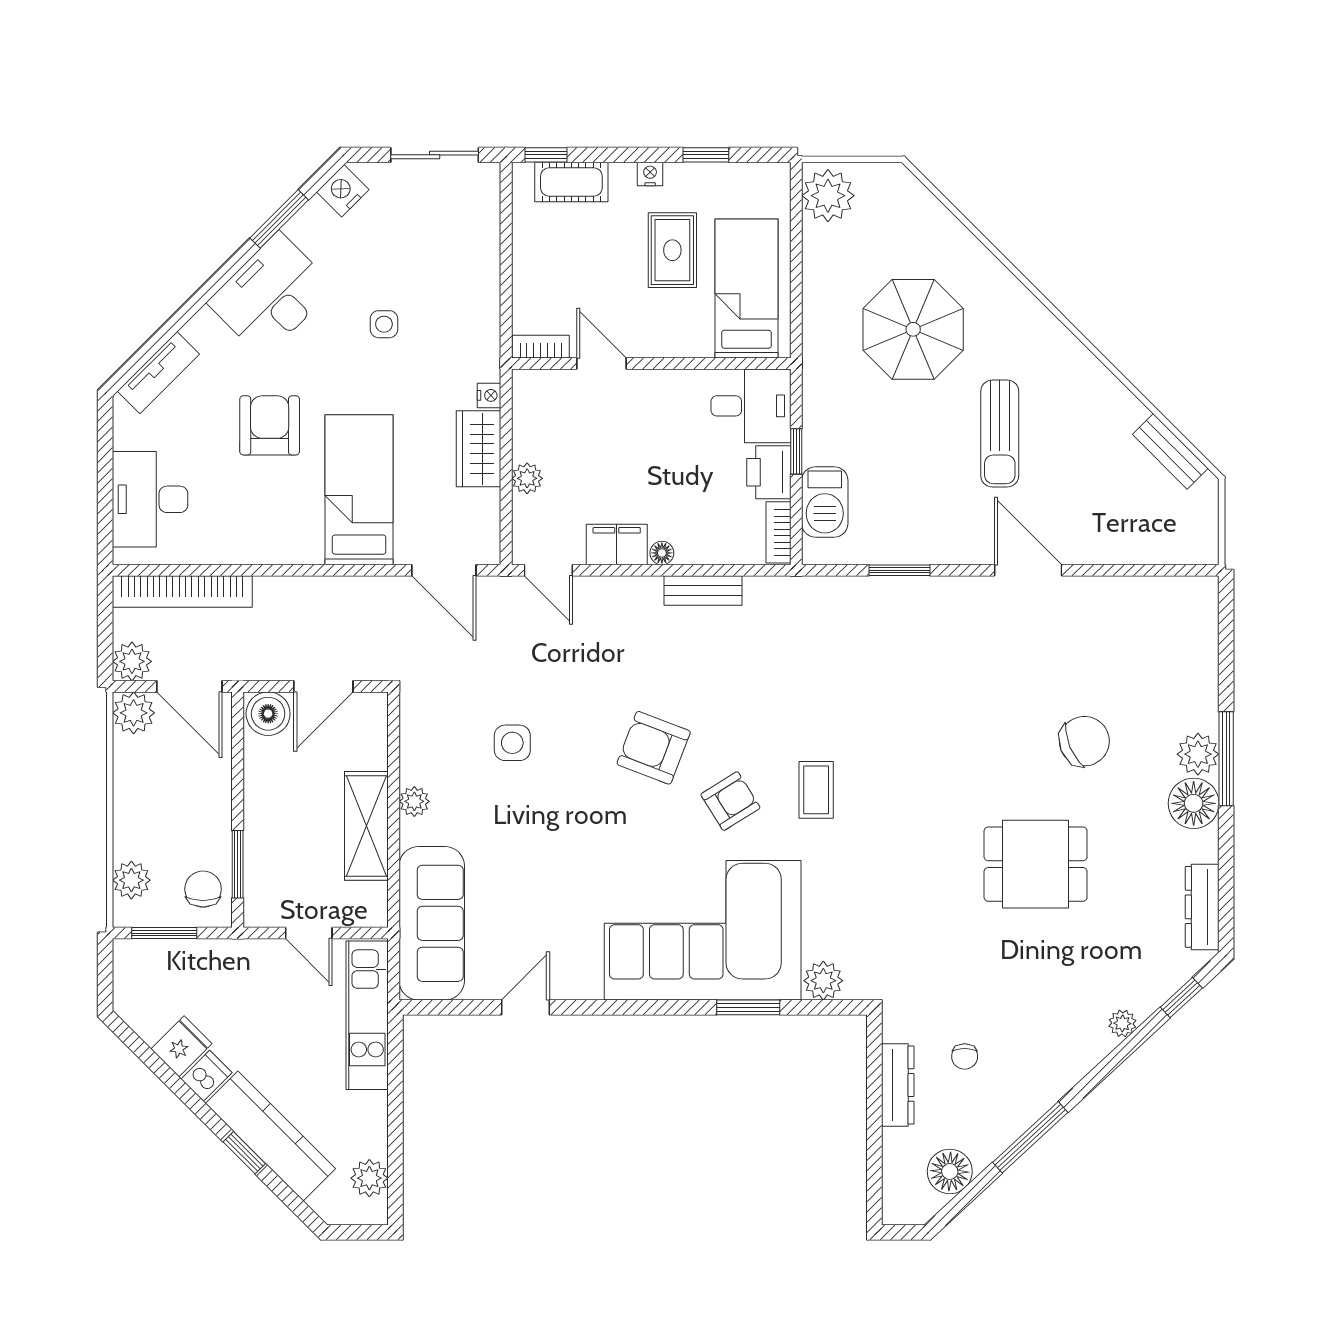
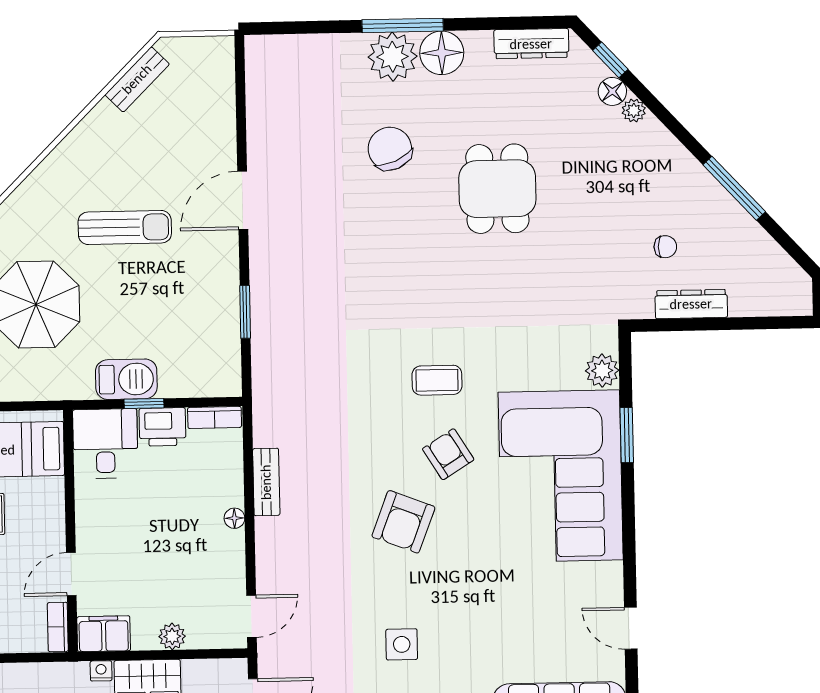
barbecue: (825, 502) -> (126, 379), moved
filing cabinet: (617, 545) -> (104, 634), moved, turned 90
plant: (1198, 754) -> (393, 57), width x1.36, depth x1.36
floor lamp: (950, 1171) -> (612, 91), moved, width x0.73, depth x0.73

